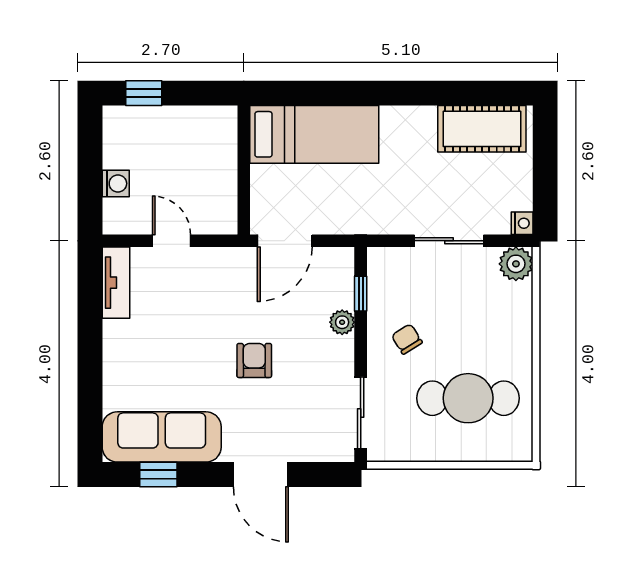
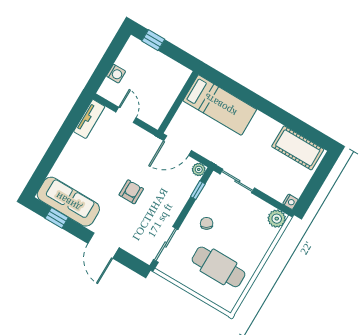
sliding door: (449, 241) -> (237, 181), moved
plant: (342, 322) -> (199, 169), moved

